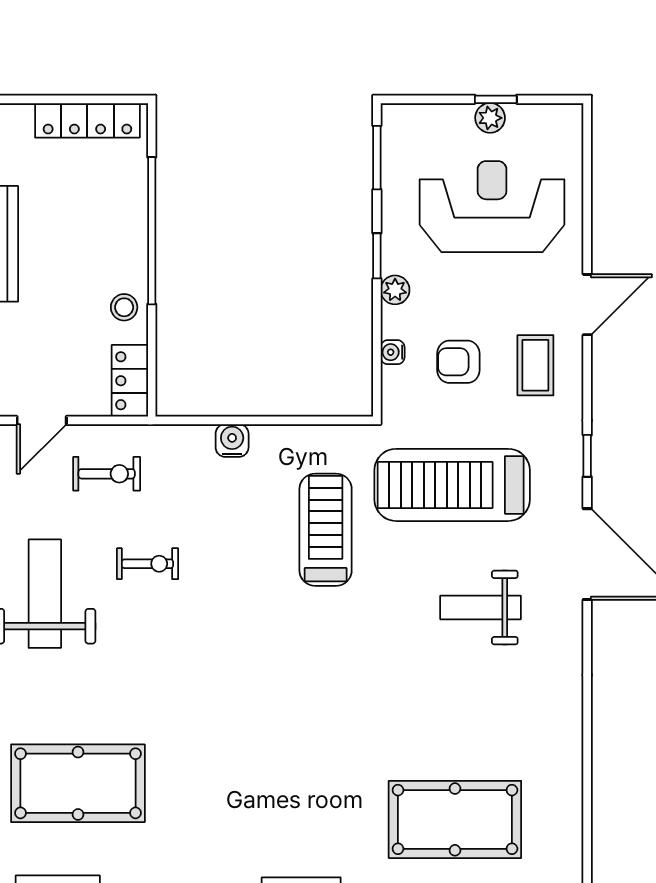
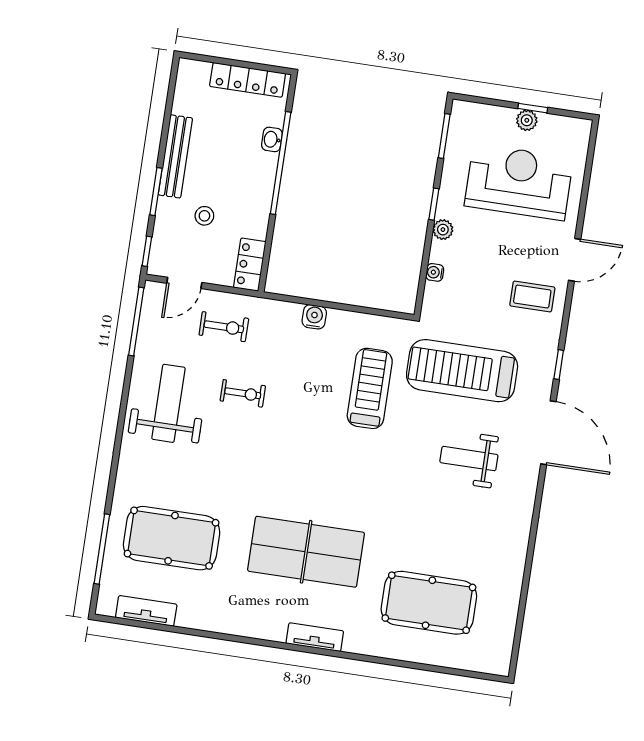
washbasin: (134, 199) -> (272, 139), added
stool: (124, 307) -> (204, 216), moved
armchair: (458, 362) -> (479, 286), removed
coffee table: (535, 365) -> (532, 296), turned 90
table tennis table: (271, 774) -> (306, 552), added

